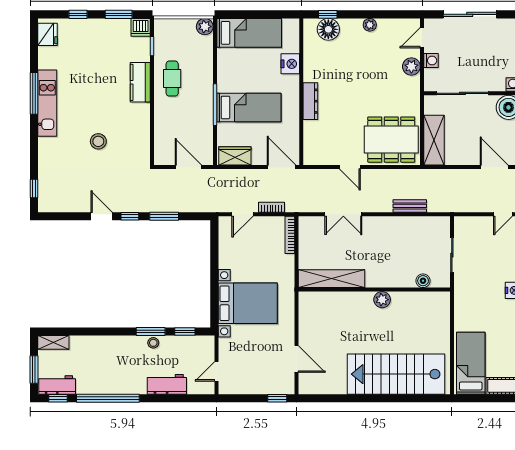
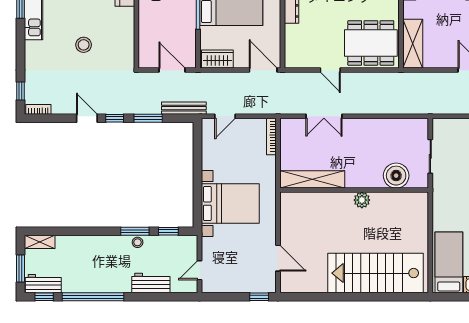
bench: (410, 206) -> (184, 108), moved, width x1.36
bookcase: (272, 207) -> (38, 109), moved
boiler: (423, 281) -> (396, 176), width x1.86, depth x1.86

